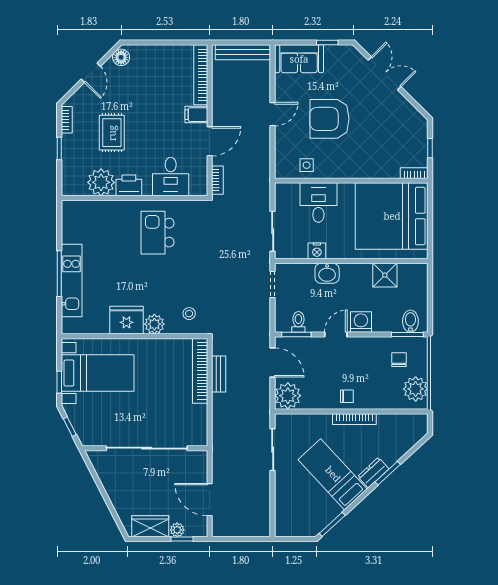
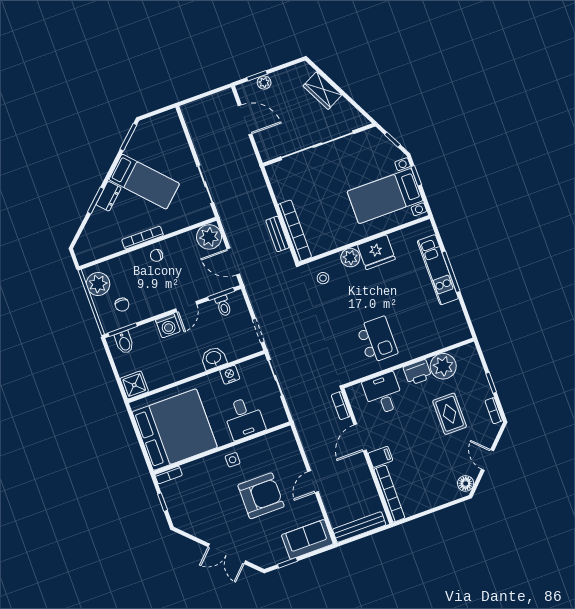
side table: (307, 165) -> (233, 460), moved
shower: (385, 275) -> (134, 385), moved
wardrobe: (150, 526) -> (322, 91), moved, turned 63

